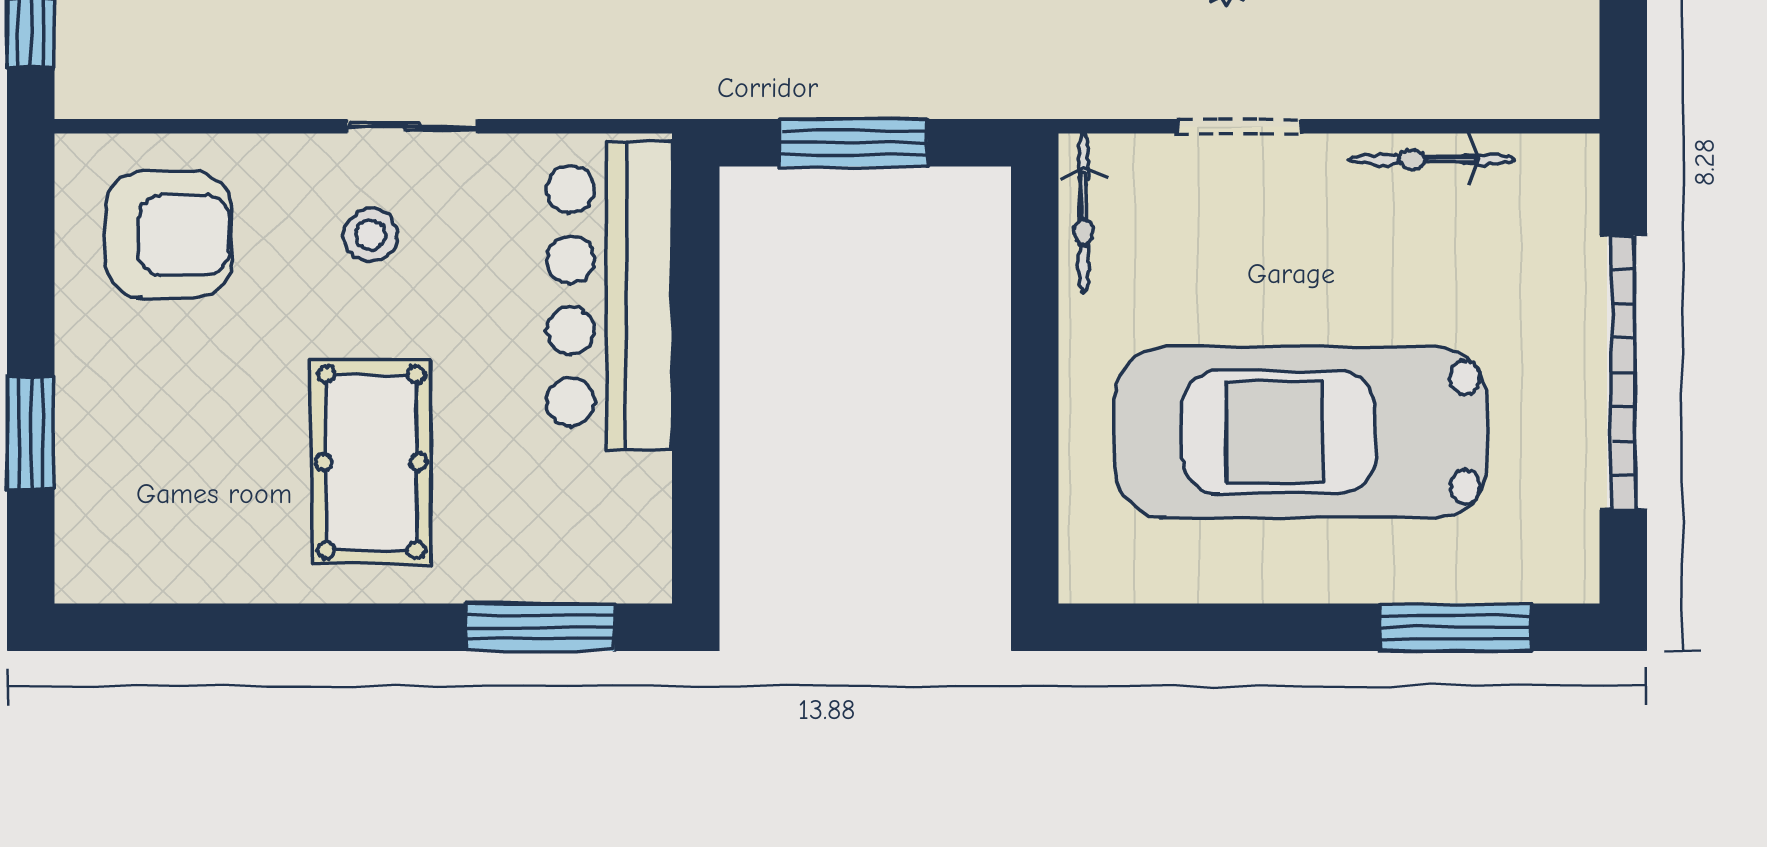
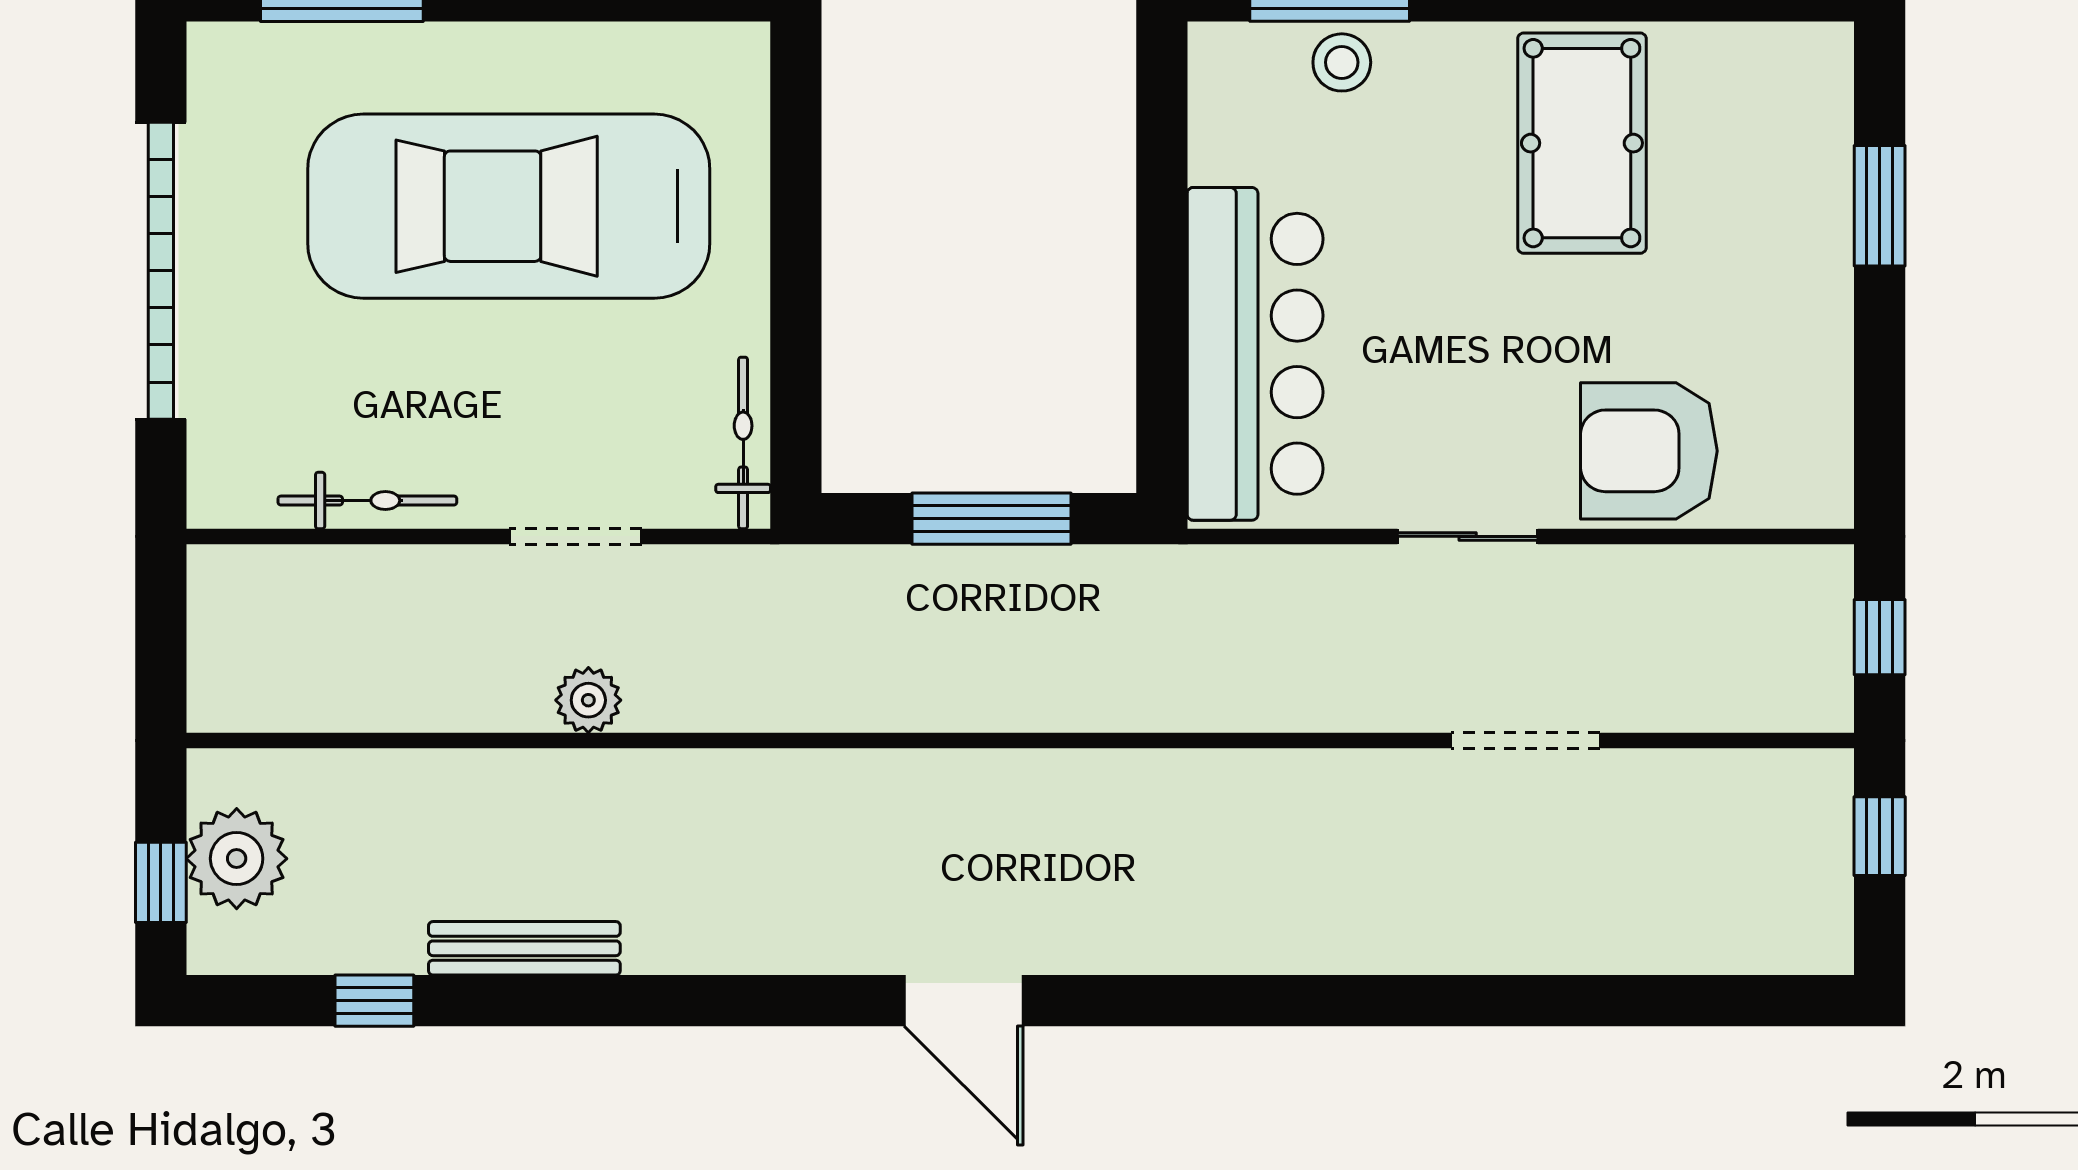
armchair: (168, 235) -> (1649, 451), moved
stool: (371, 235) -> (1342, 62), moved
car: (1301, 432) -> (509, 206), turned 180
pool table: (371, 462) -> (1582, 143), moved

